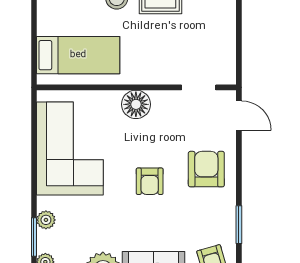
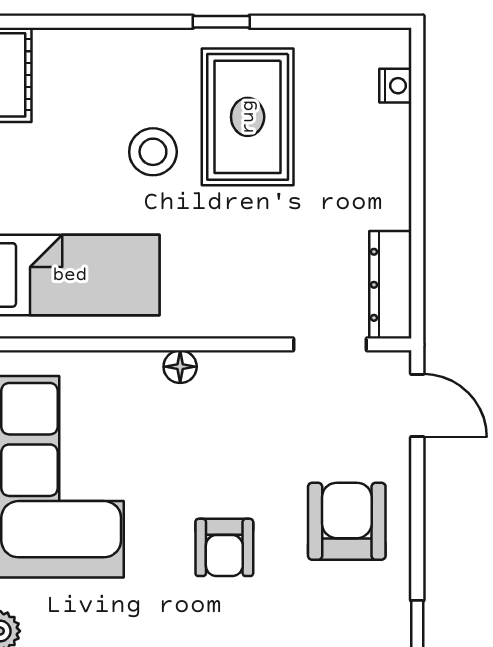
dresser: (226, 60) -> (390, 285), added
floor lamp: (136, 104) -> (180, 367), width x0.53, depth x0.53

